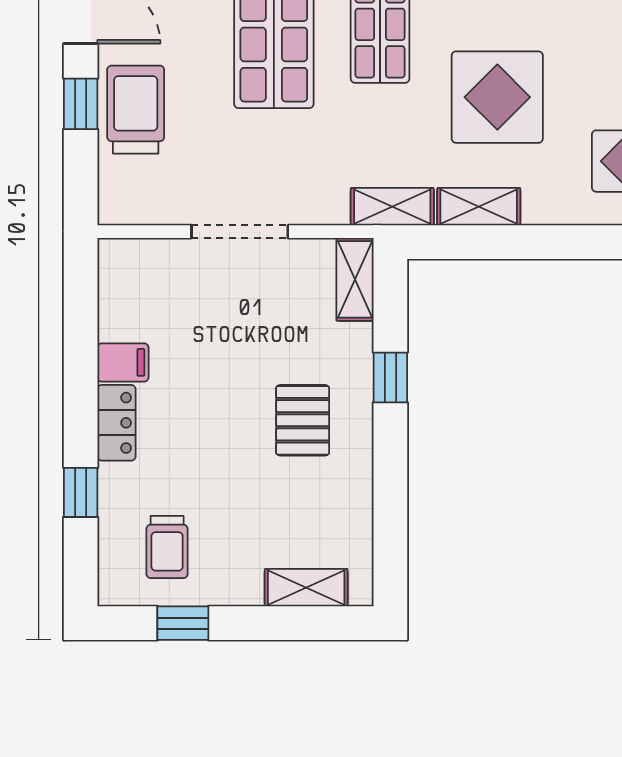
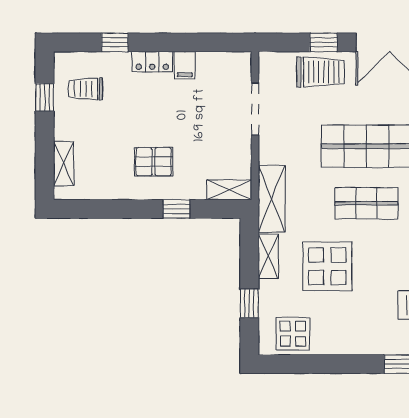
shelving: (392, 207) -> (272, 199), width x1.50, depth x1.33
doorway: (240, 232) -> (255, 109), moved
window: (566, 242) -> (249, 303), added

